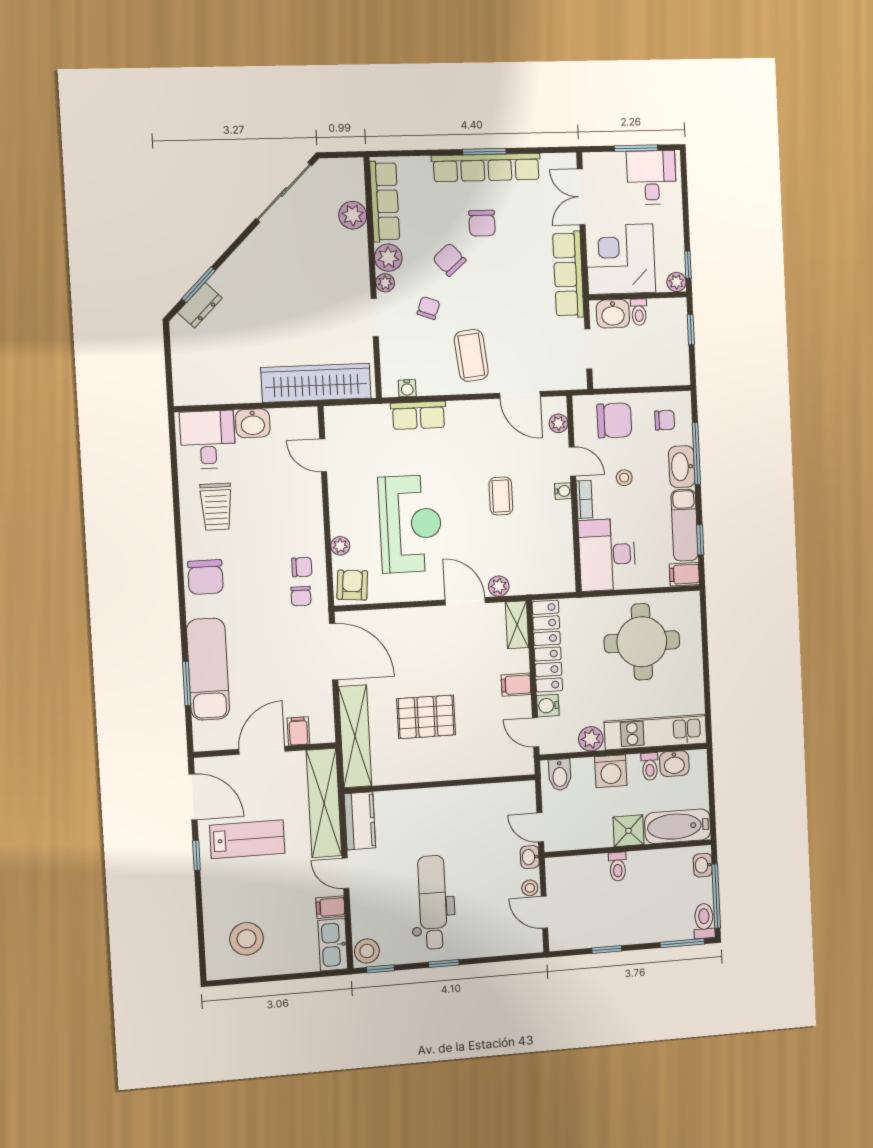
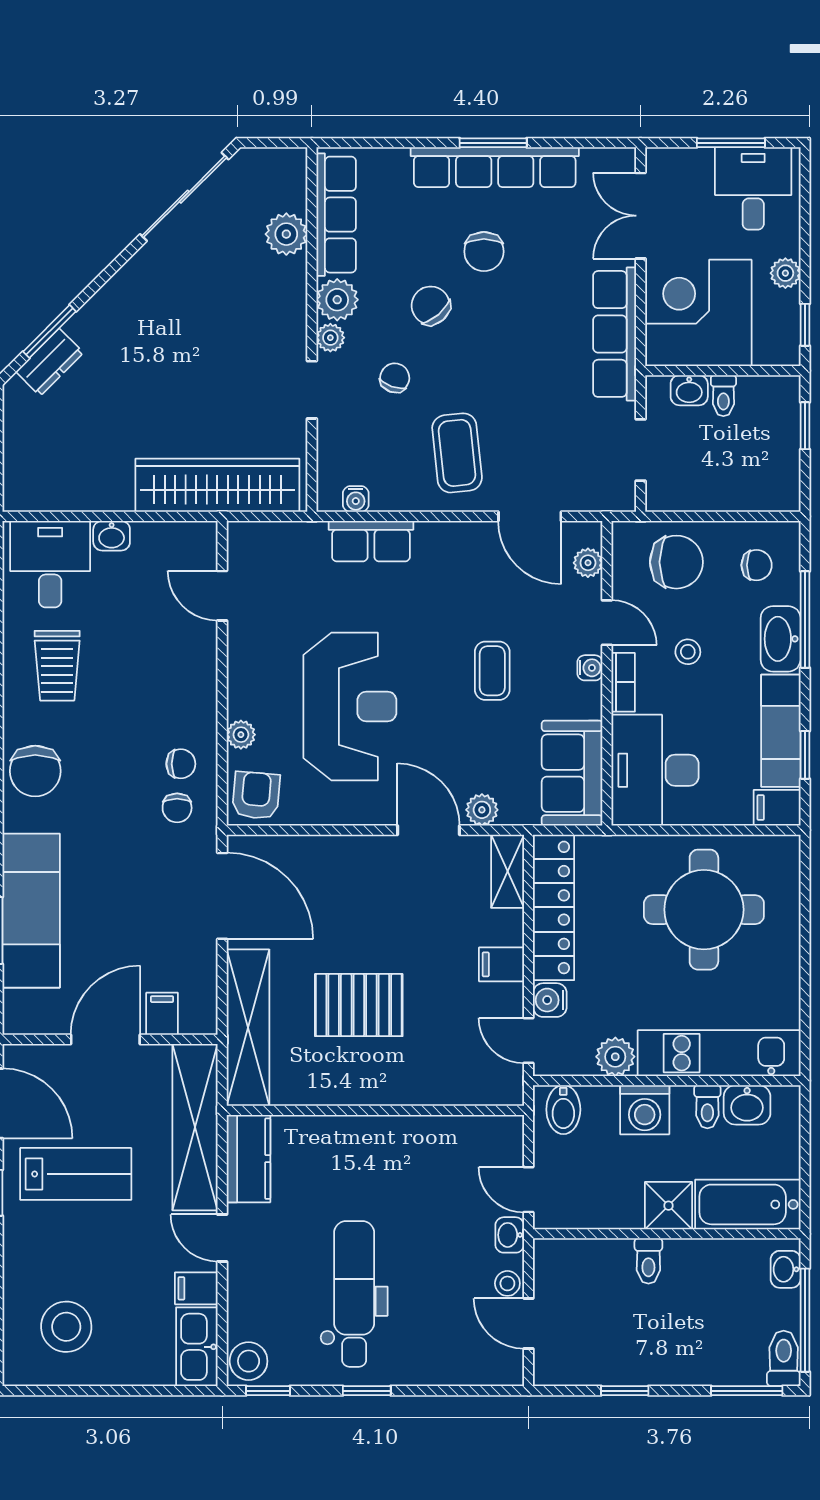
plant: (676, 282) -> (785, 273), moved
washbasin: (613, 314) -> (689, 390), width x0.72, depth x0.69
washbasin: (253, 423) -> (112, 536), width x0.72, depth x0.69
sofa: (555, 559) -> (572, 773), added

